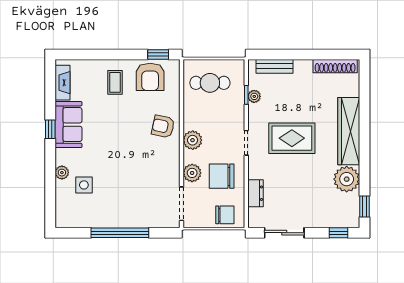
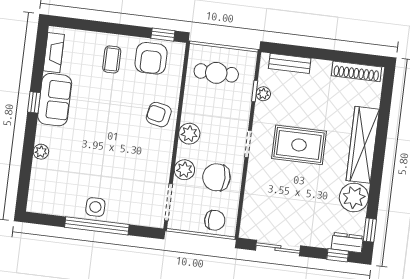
side table: (84, 185) -> (95, 207), moved
dresser: (255, 193) -> (347, 243), moved, turned -90

